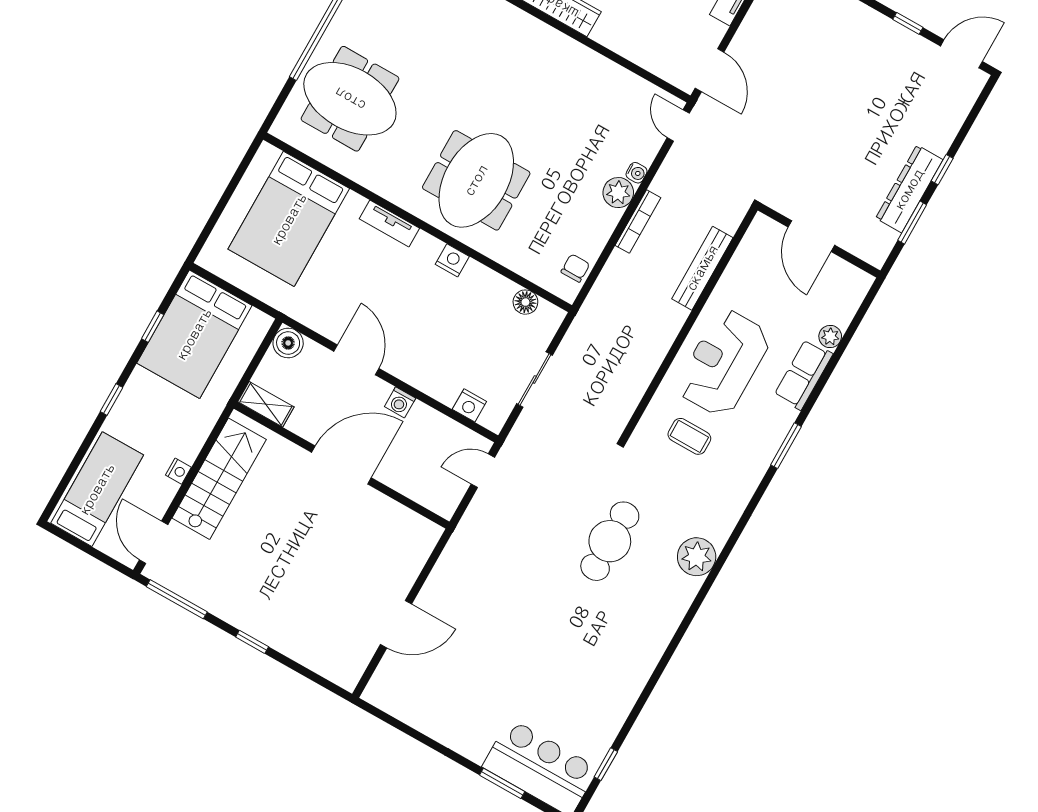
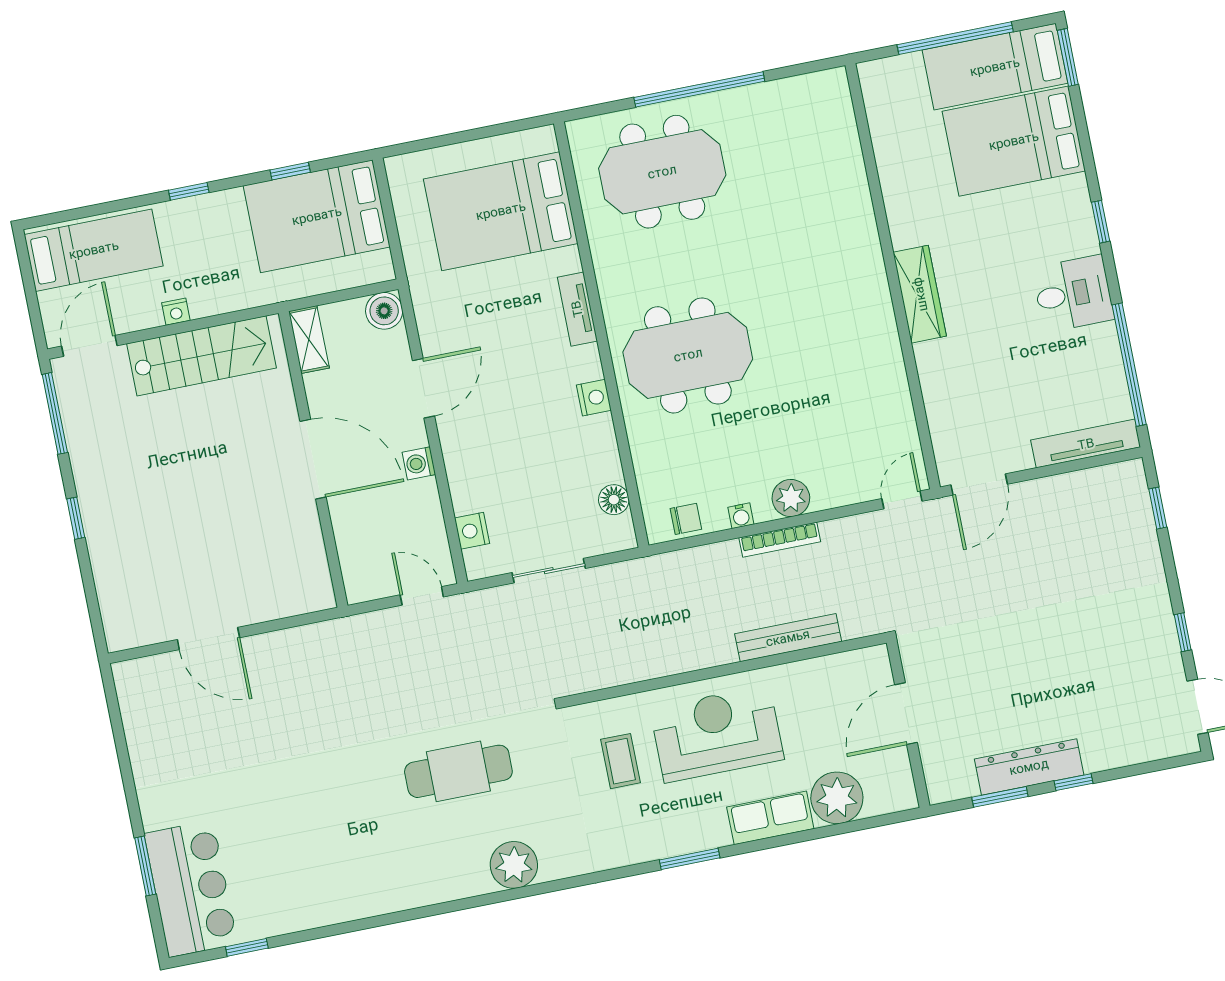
meeting table: (350, 99) -> (662, 172), turned 90
water cooler: (637, 173) -> (741, 516), moved
plant: (830, 337) -> (837, 798), width x1.87, depth x1.87

